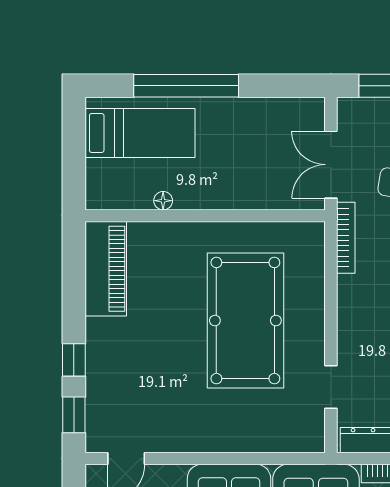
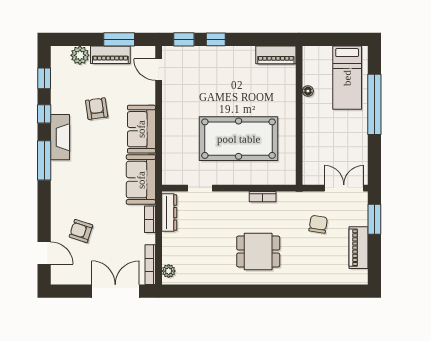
double door: (331, 165) -> (344, 188), moved
bookcase: (346, 238) -> (263, 197), moved, width x0.64
piano: (106, 269) -> (276, 55), width x0.73, depth x0.75

